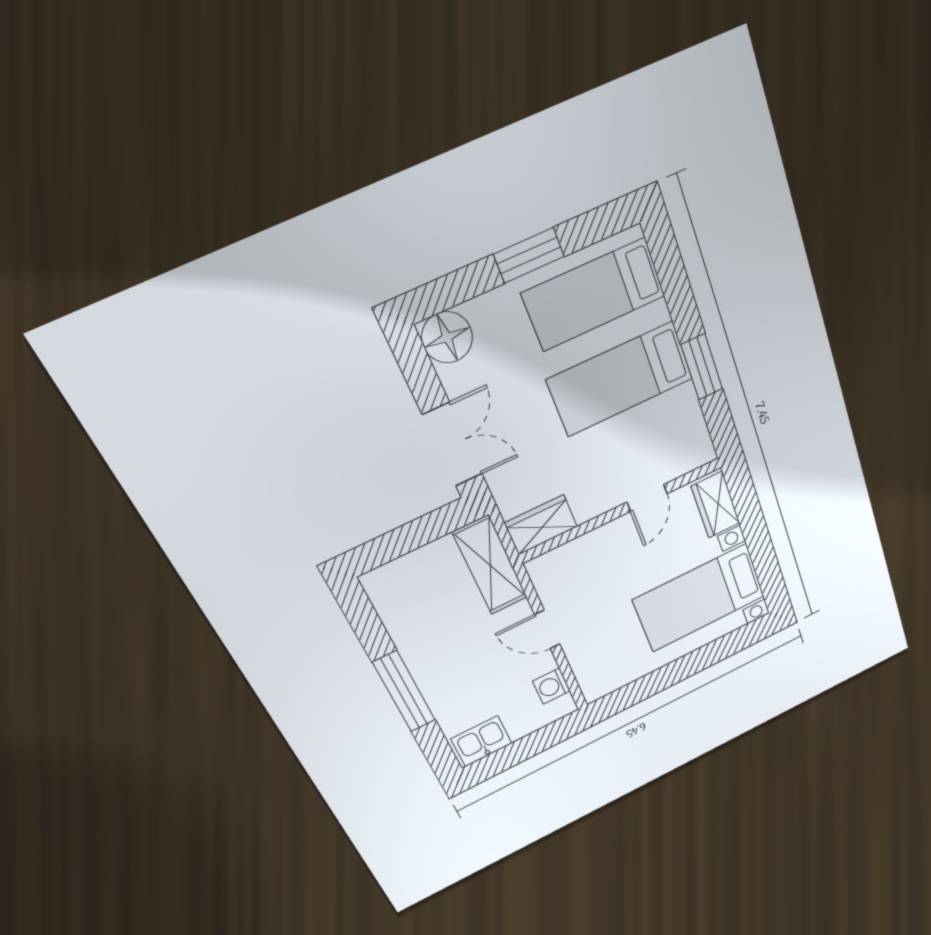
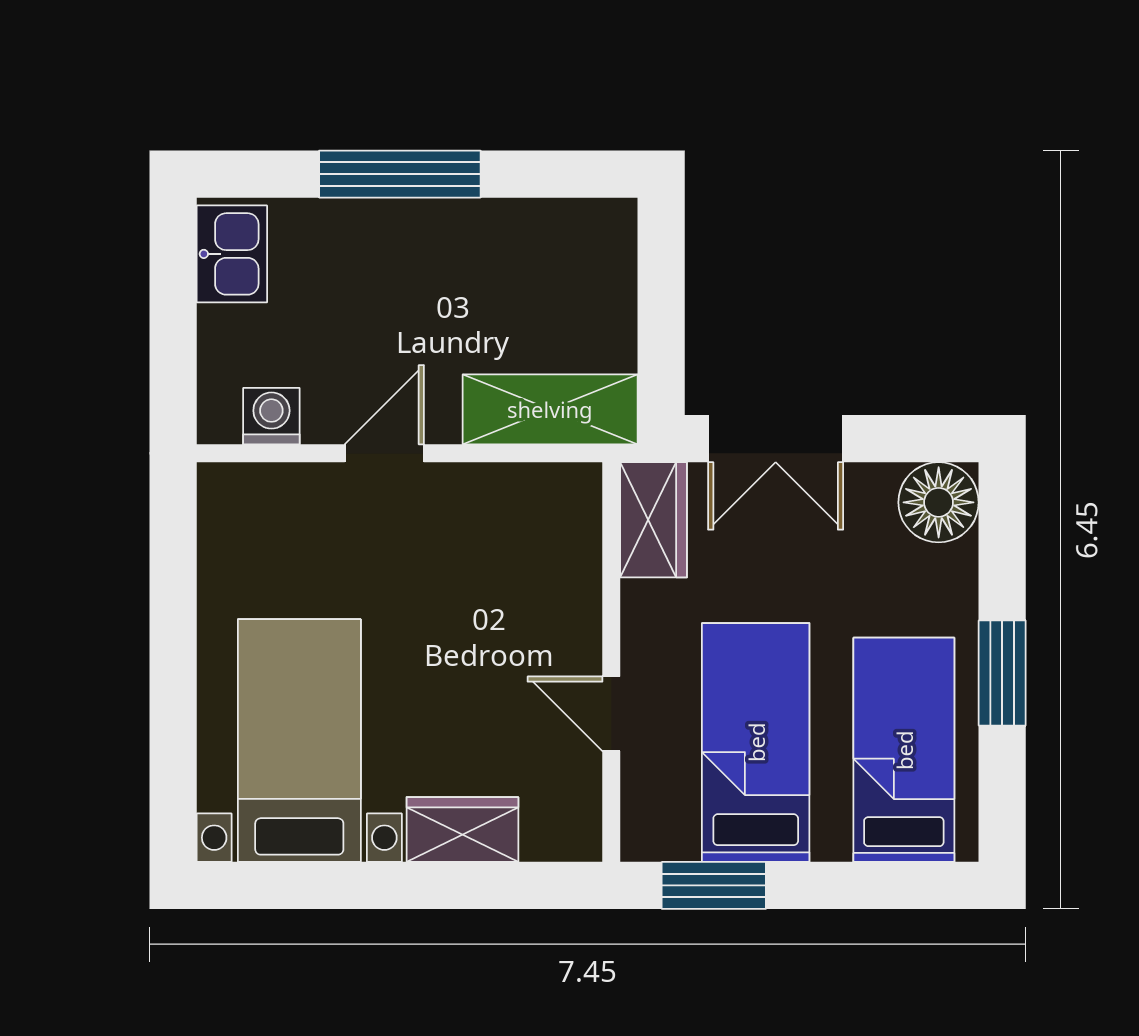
door: (647, 498) -> (611, 714), moved
wall: (621, 510) -> (611, 662), moved
wardrobe: (541, 525) -> (653, 520), moved

